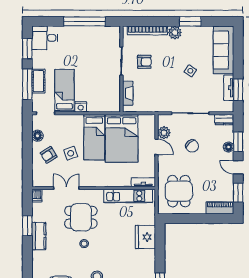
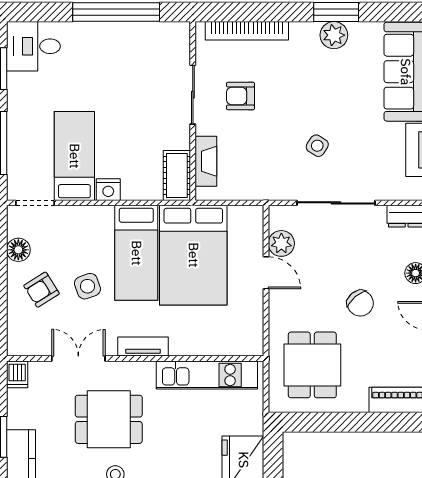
plant: (175, 33) -> (334, 35), moved
armchair: (144, 62) -> (240, 96), turned 180
side table: (190, 71) -> (317, 146), moved
cot: (38, 81) -> (177, 175), moved
chair: (192, 146) -> (360, 303), moved
tv unit: (143, 182) -> (143, 346), moved

